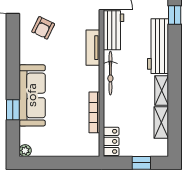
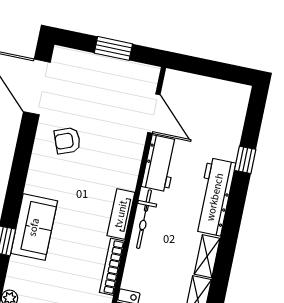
armchair: (43, 28) -> (67, 141), turned 43
tv unit: (93, 48) -> (121, 214), moved
sofa: (32, 95) -> (34, 227), width x0.73

